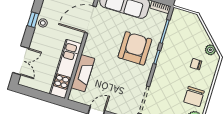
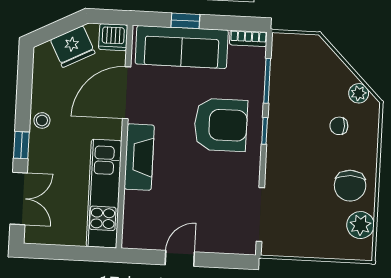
window: (33, 20) -> (21, 145), moved
armchair: (135, 48) -> (221, 125), turned 90
fireplace: (83, 73) -> (139, 157), moved

